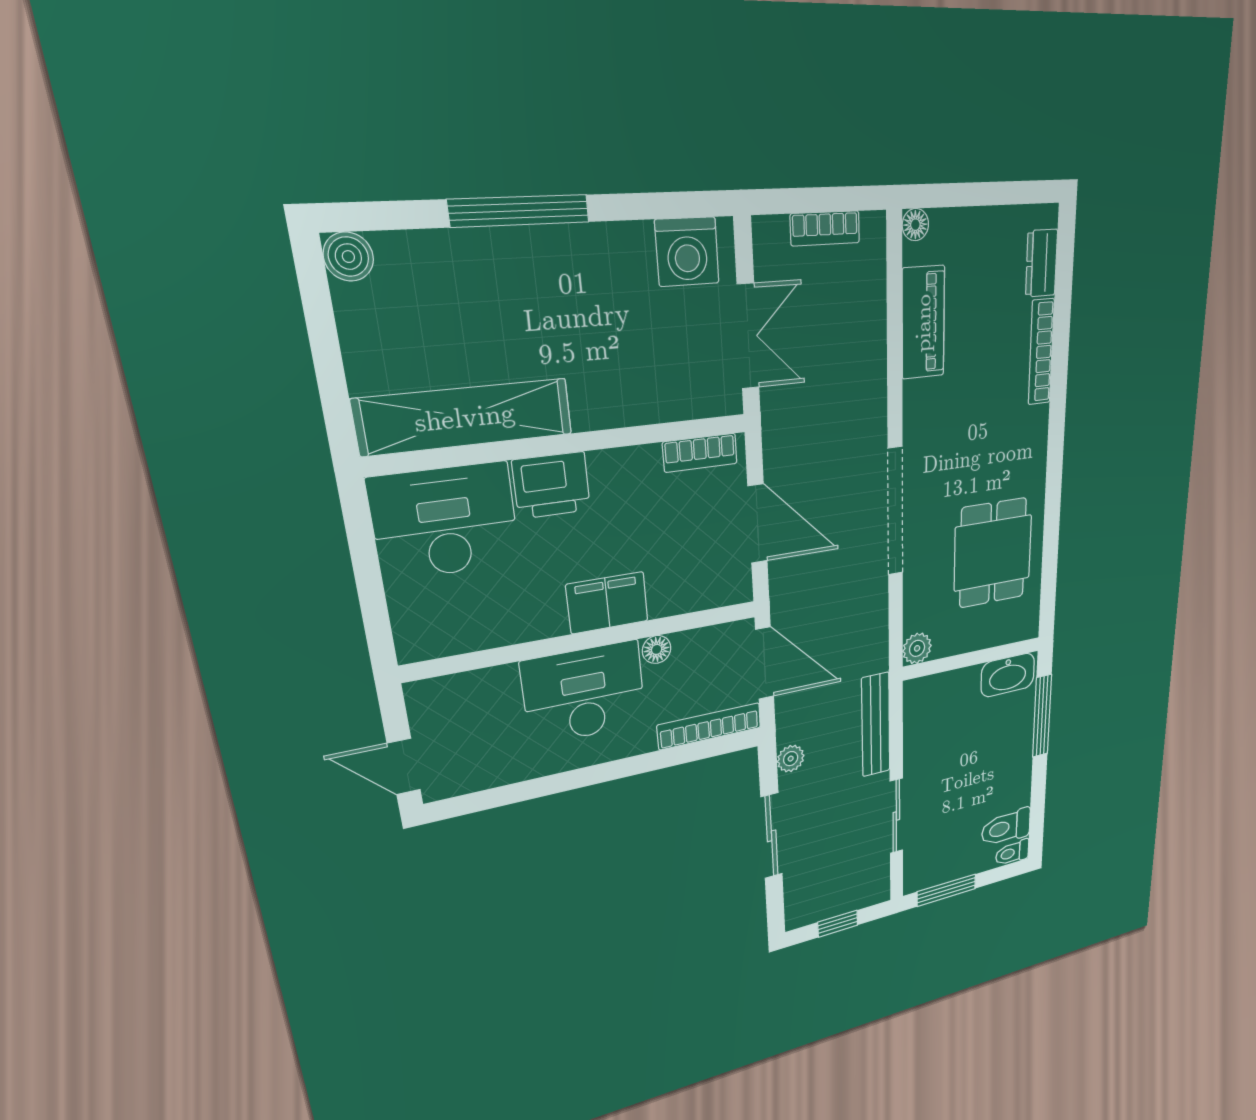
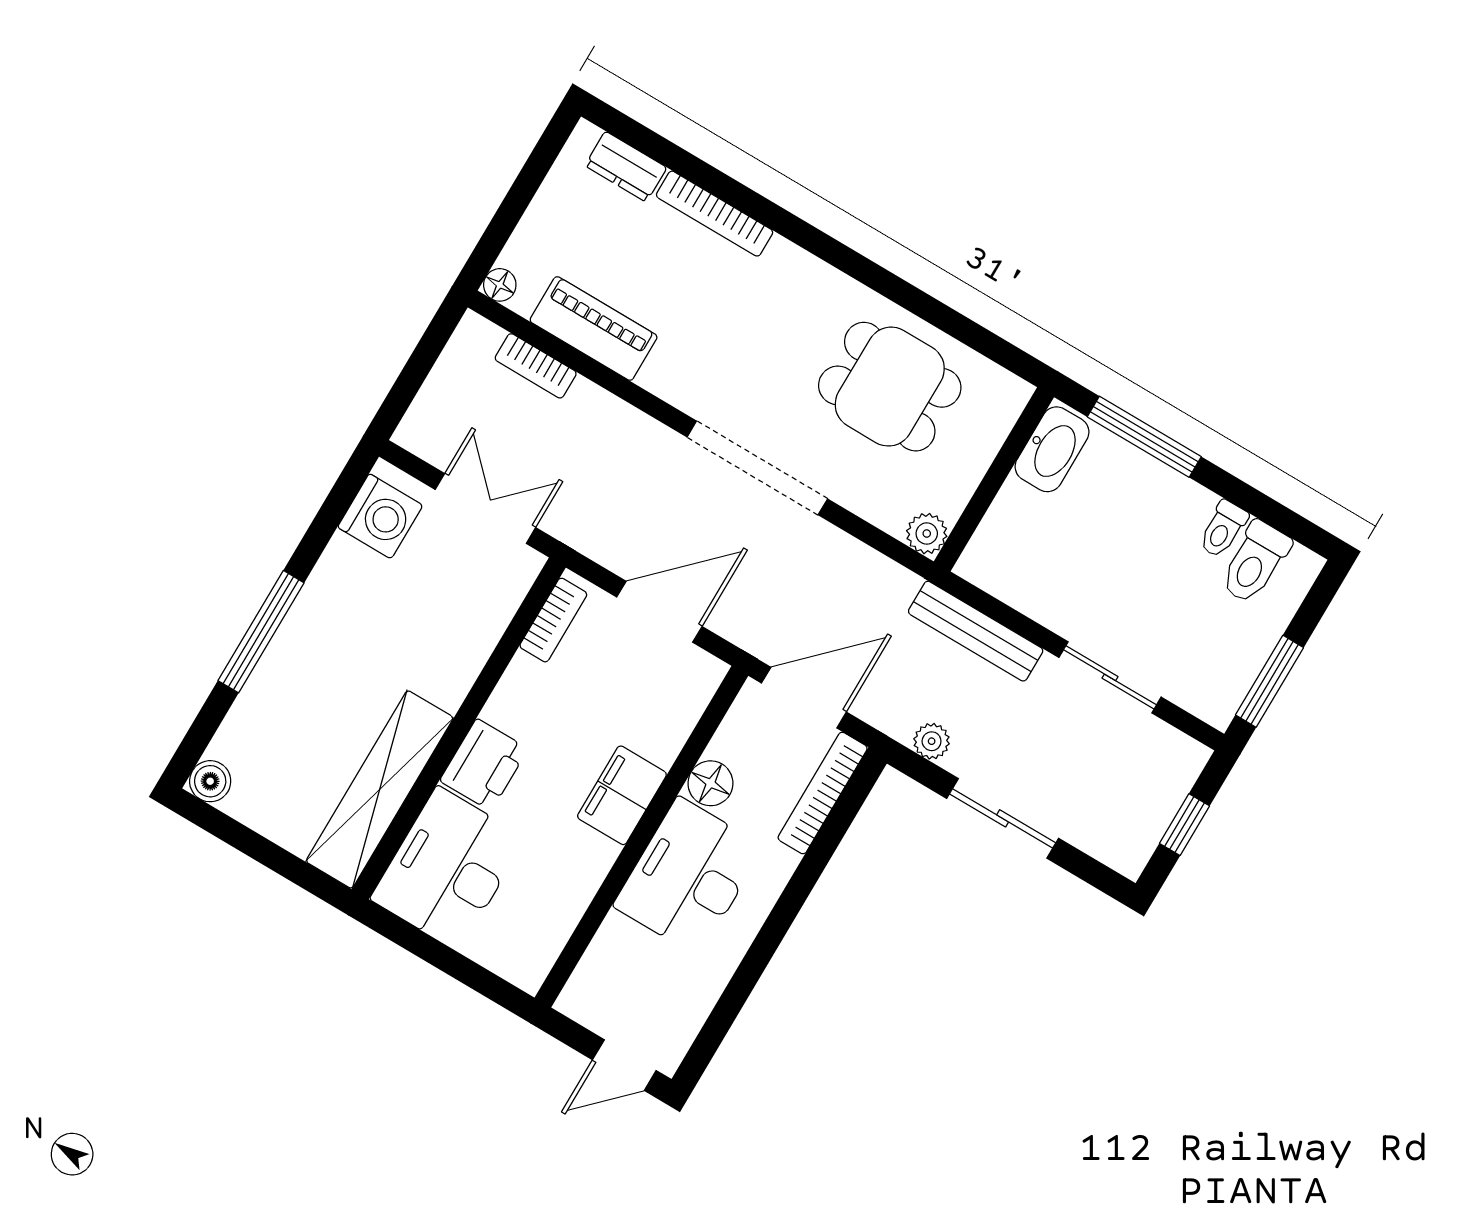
bookcase: (825, 228) -> (536, 366), moved, turned 90
floor lamp: (657, 649) -> (710, 783), width x1.37, depth x1.37
toilet: (1012, 853) -> (1223, 529), moved

